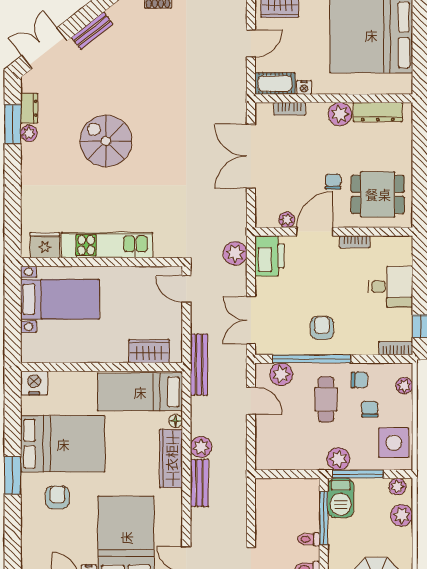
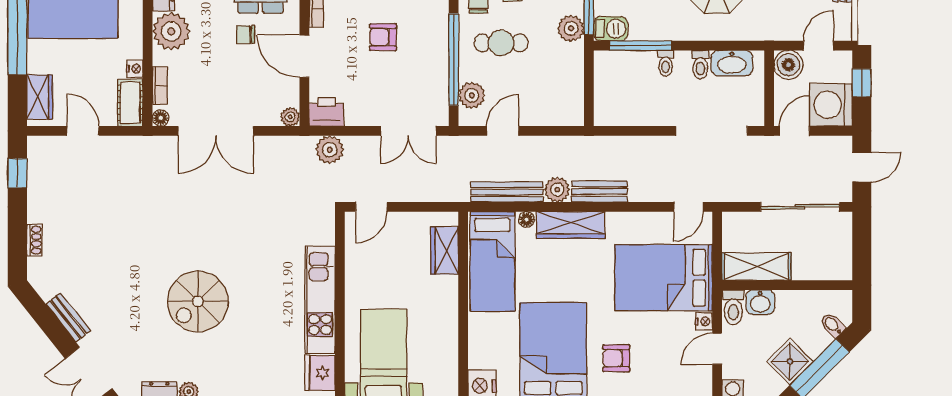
floor lamp: (262, 109) -> (161, 118), added
plant: (340, 114) -> (171, 31), width x1.36, depth x1.36
plant: (287, 220) -> (290, 117), moved
printer: (269, 256) -> (326, 112), width x0.73, depth x0.84
armchair: (322, 328) -> (383, 37), moved
bench: (199, 365) -> (507, 192), moved
barbecue: (341, 498) -> (611, 29), width x0.73, depth x0.79

